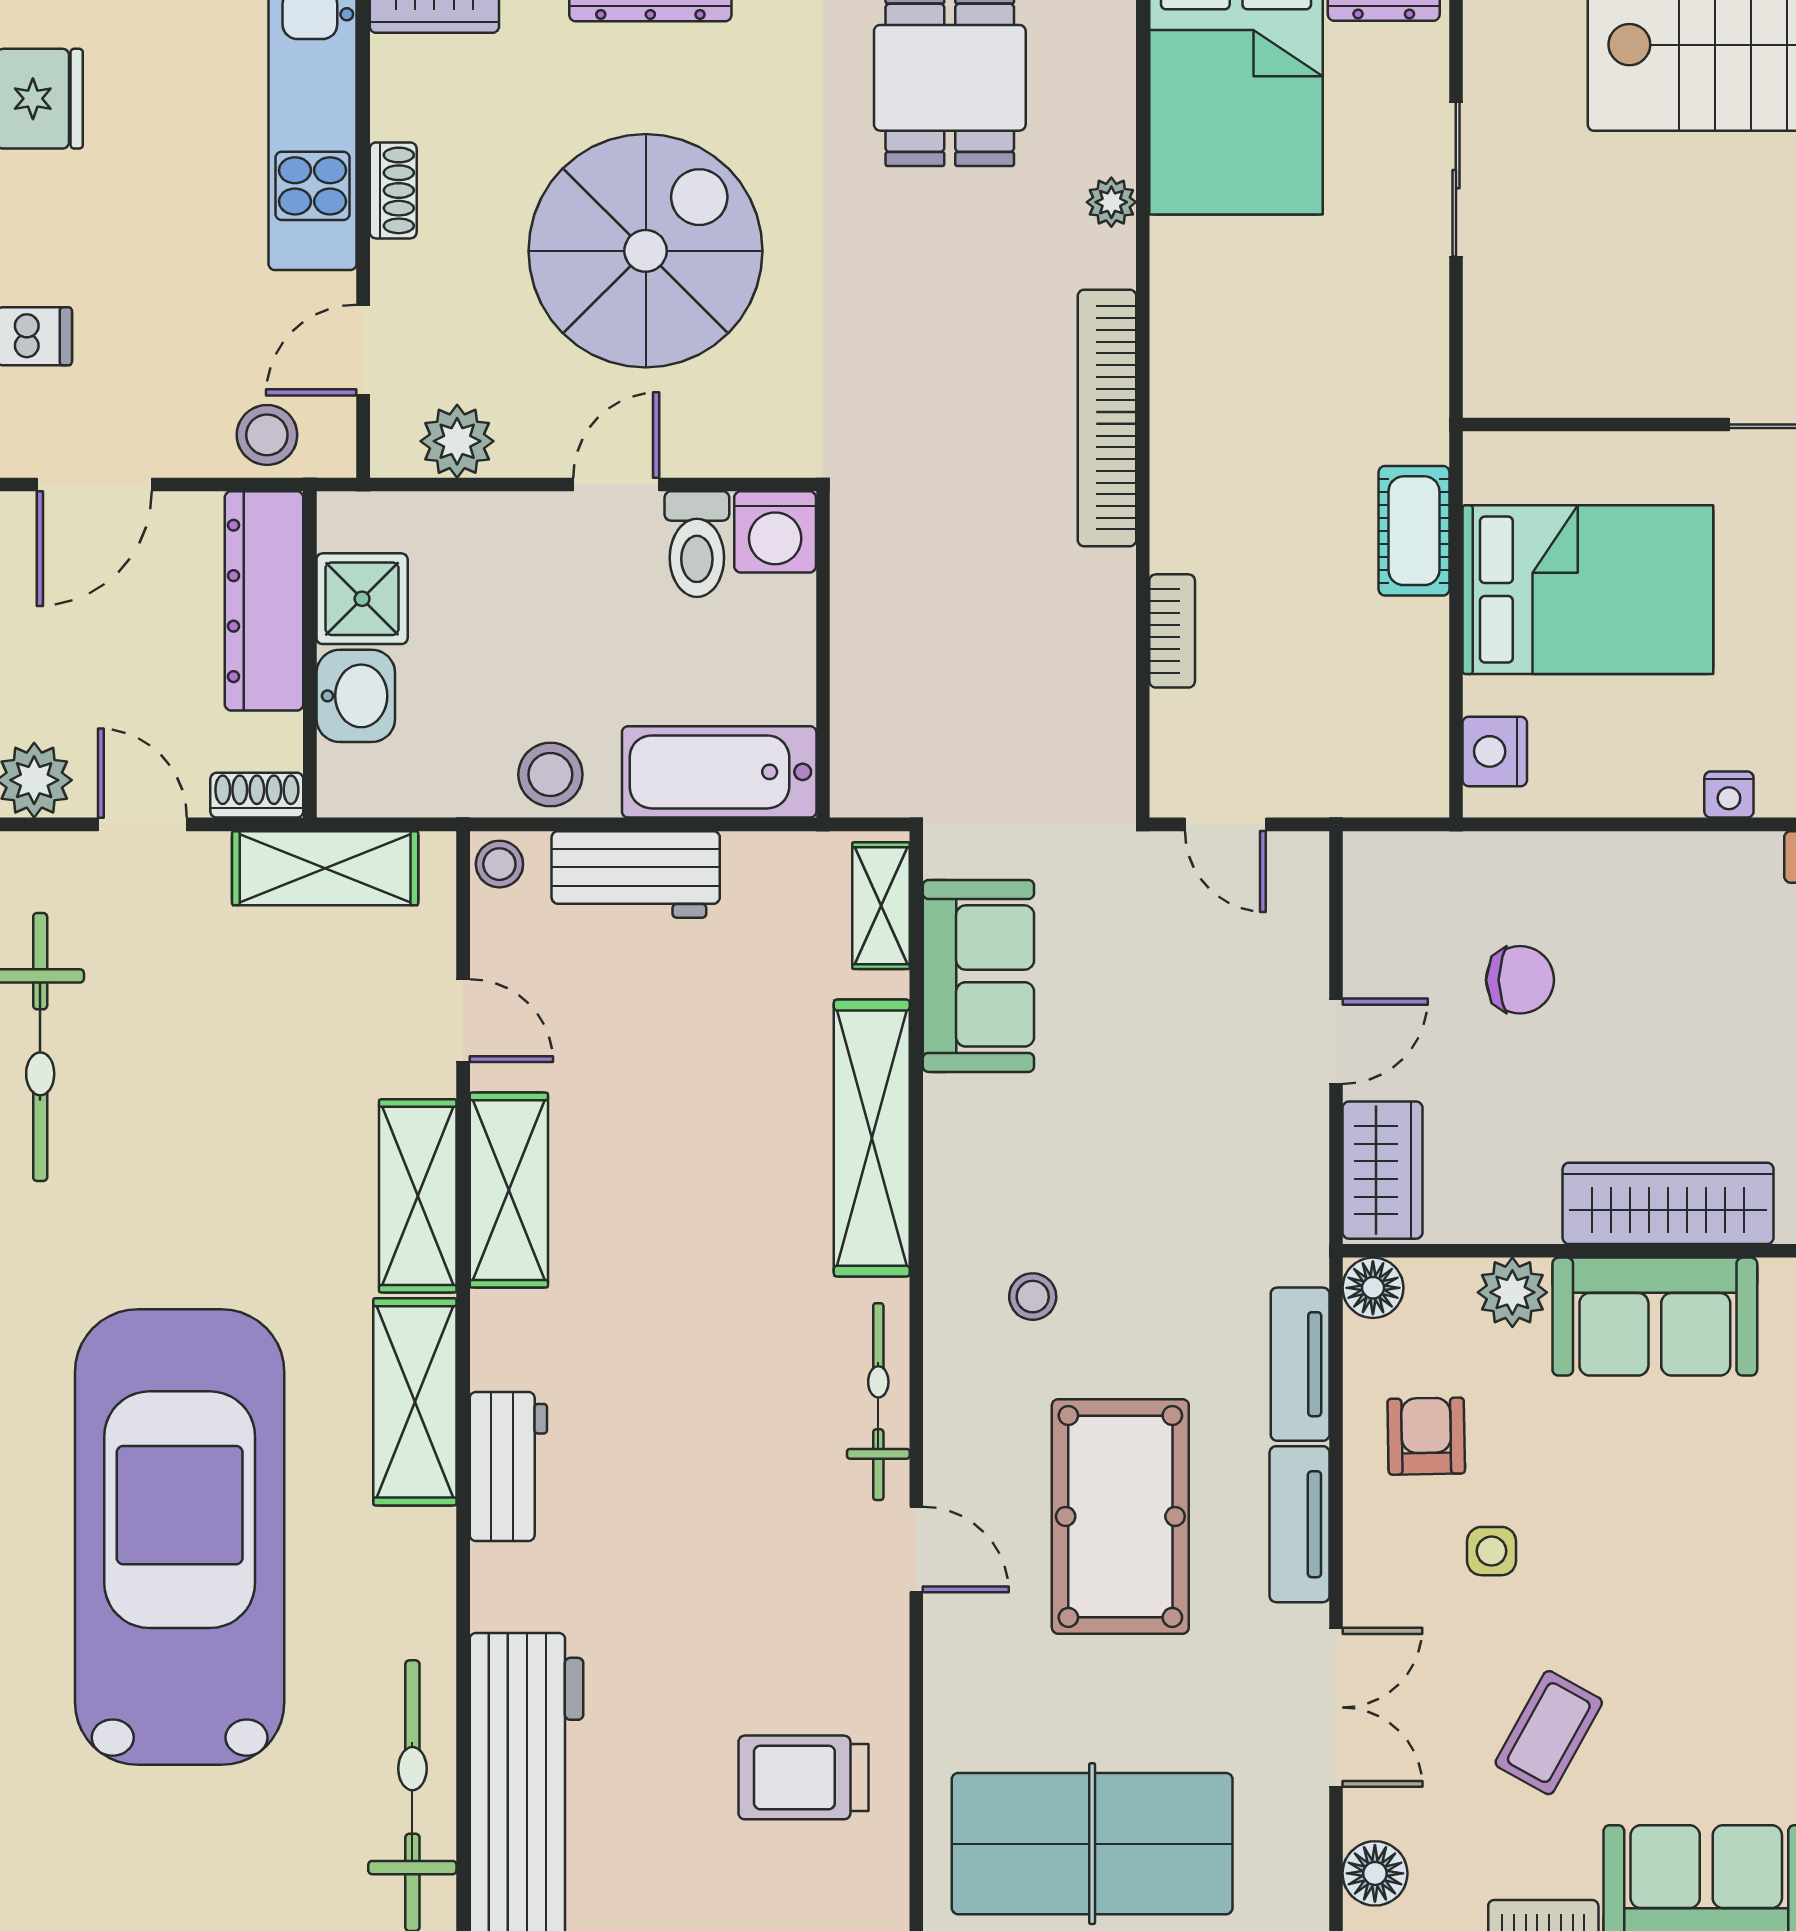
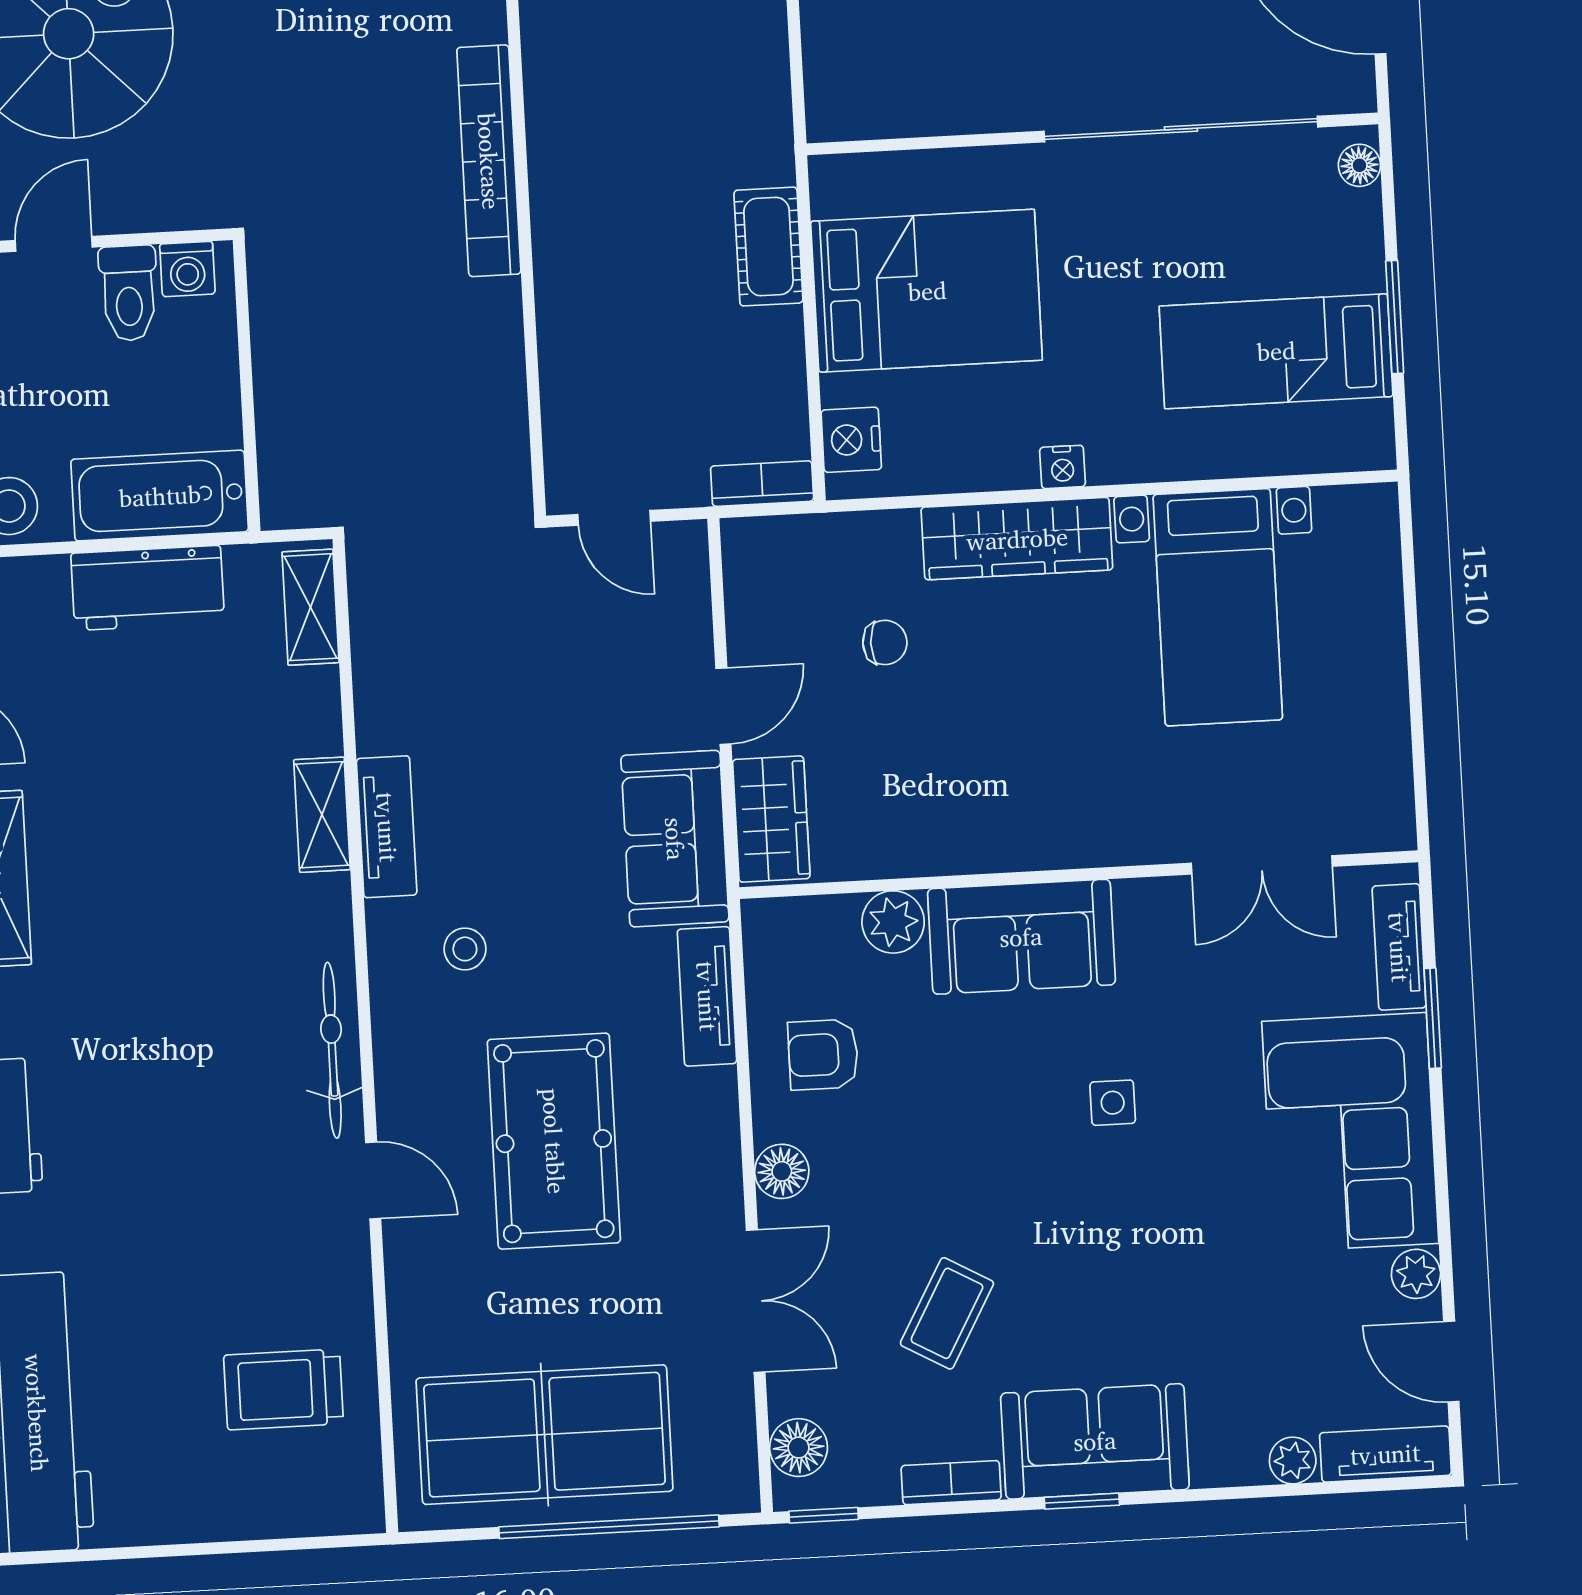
washing machine: (775, 532) -> (187, 269), width x0.73, depth x0.73
bookcase: (1172, 631) -> (762, 484), moved, turned -90
workbench: (636, 874) -> (148, 588), moved
sofa: (978, 976) -> (675, 839), moved, turned 180
chair: (1520, 980) -> (885, 642), width x0.73, depth x0.73
shelving: (872, 1138) -> (322, 815), width x0.45, depth x0.75
wardrobe: (1668, 1203) -> (1017, 539), moved, turned 180
floor lamp: (1373, 1288) -> (782, 1171), moved
armchair: (1426, 1436) -> (823, 1055), turned -89
tv unit: (1300, 1524) -> (387, 827), moved, turned 180
side table: (1492, 1551) -> (1113, 1103), moved

